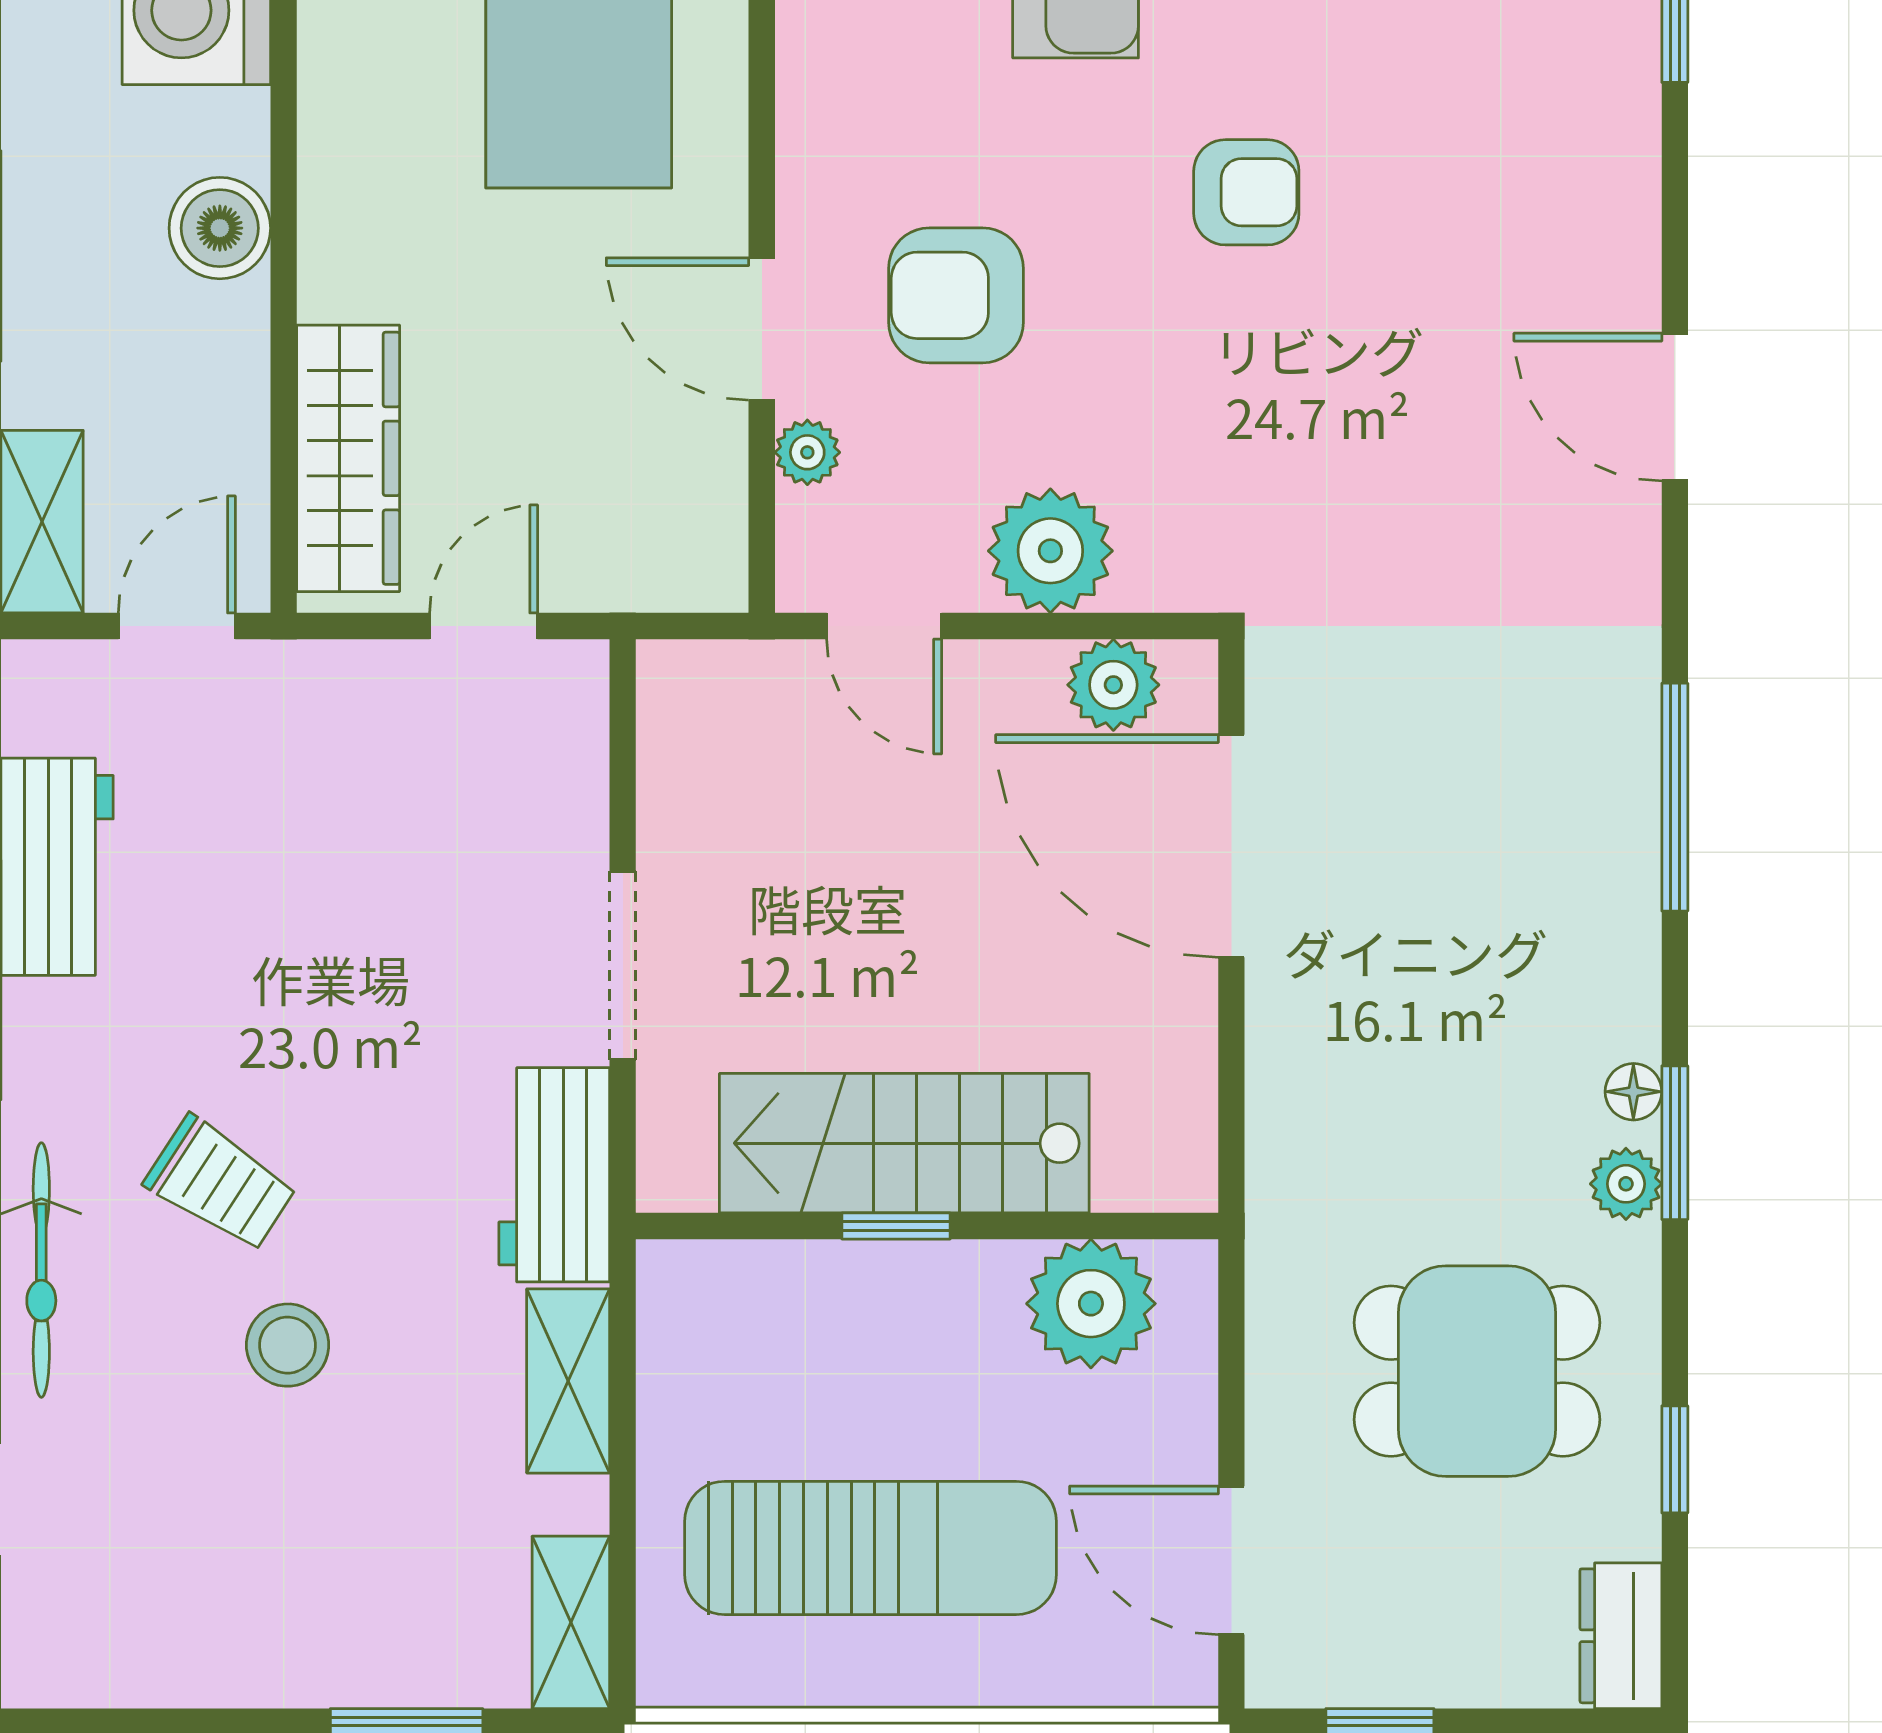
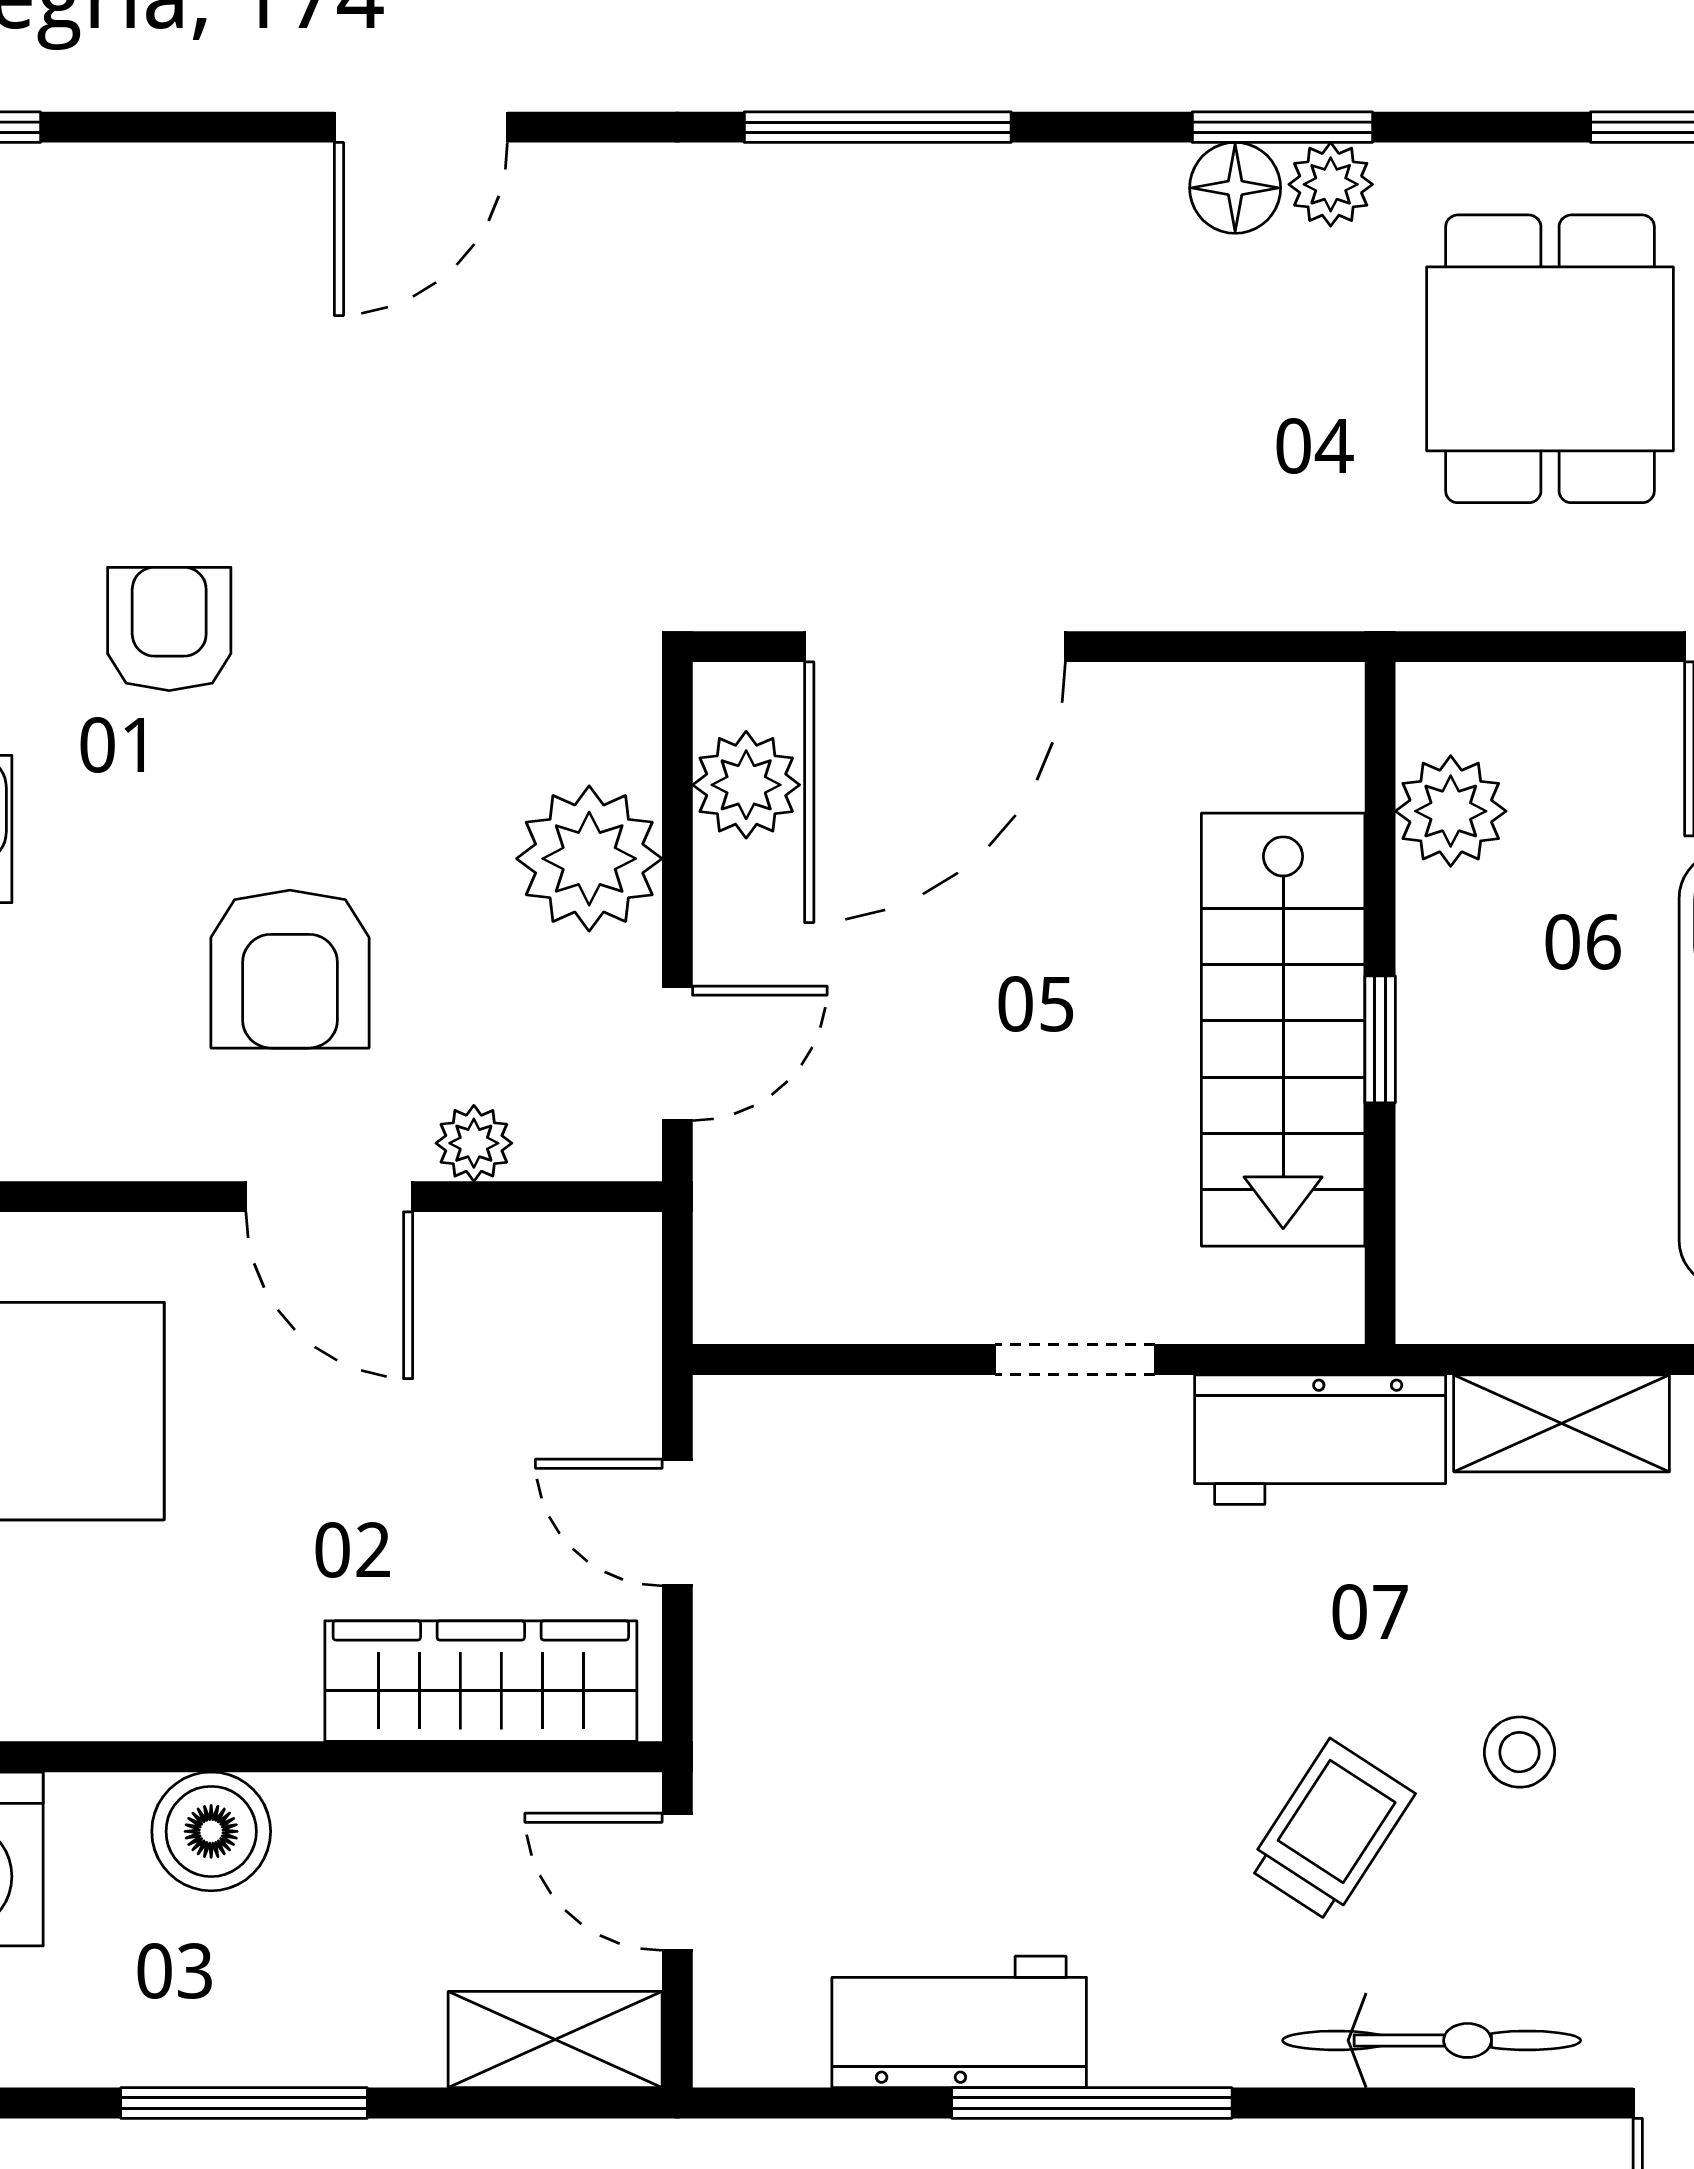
door: (762, 329) -> (329, 1197), hinge flipped
doorway: (623, 966) -> (1075, 1360), width x0.73
floor lamp: (1633, 1092) -> (1235, 188), width x1.37, depth x1.37
plant: (1091, 1304) -> (1451, 811), width x0.73, depth x0.73
stool: (288, 1345) -> (1520, 1752), width x0.73, depth x0.73

